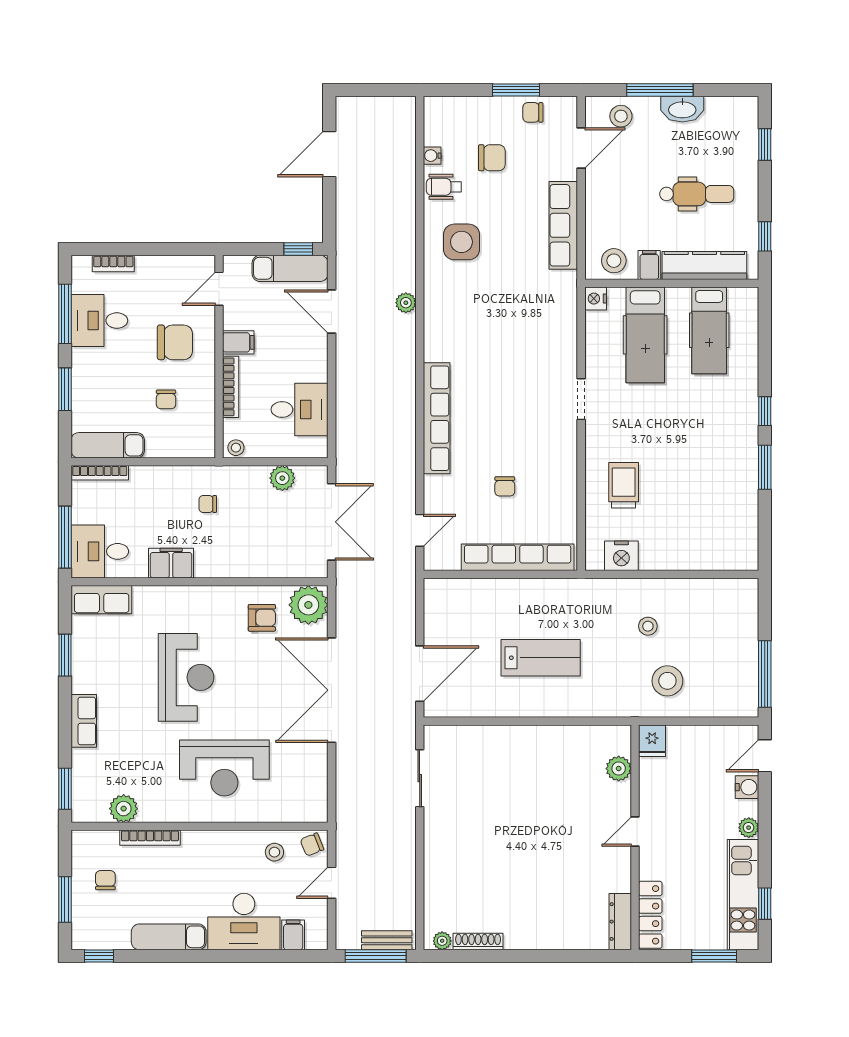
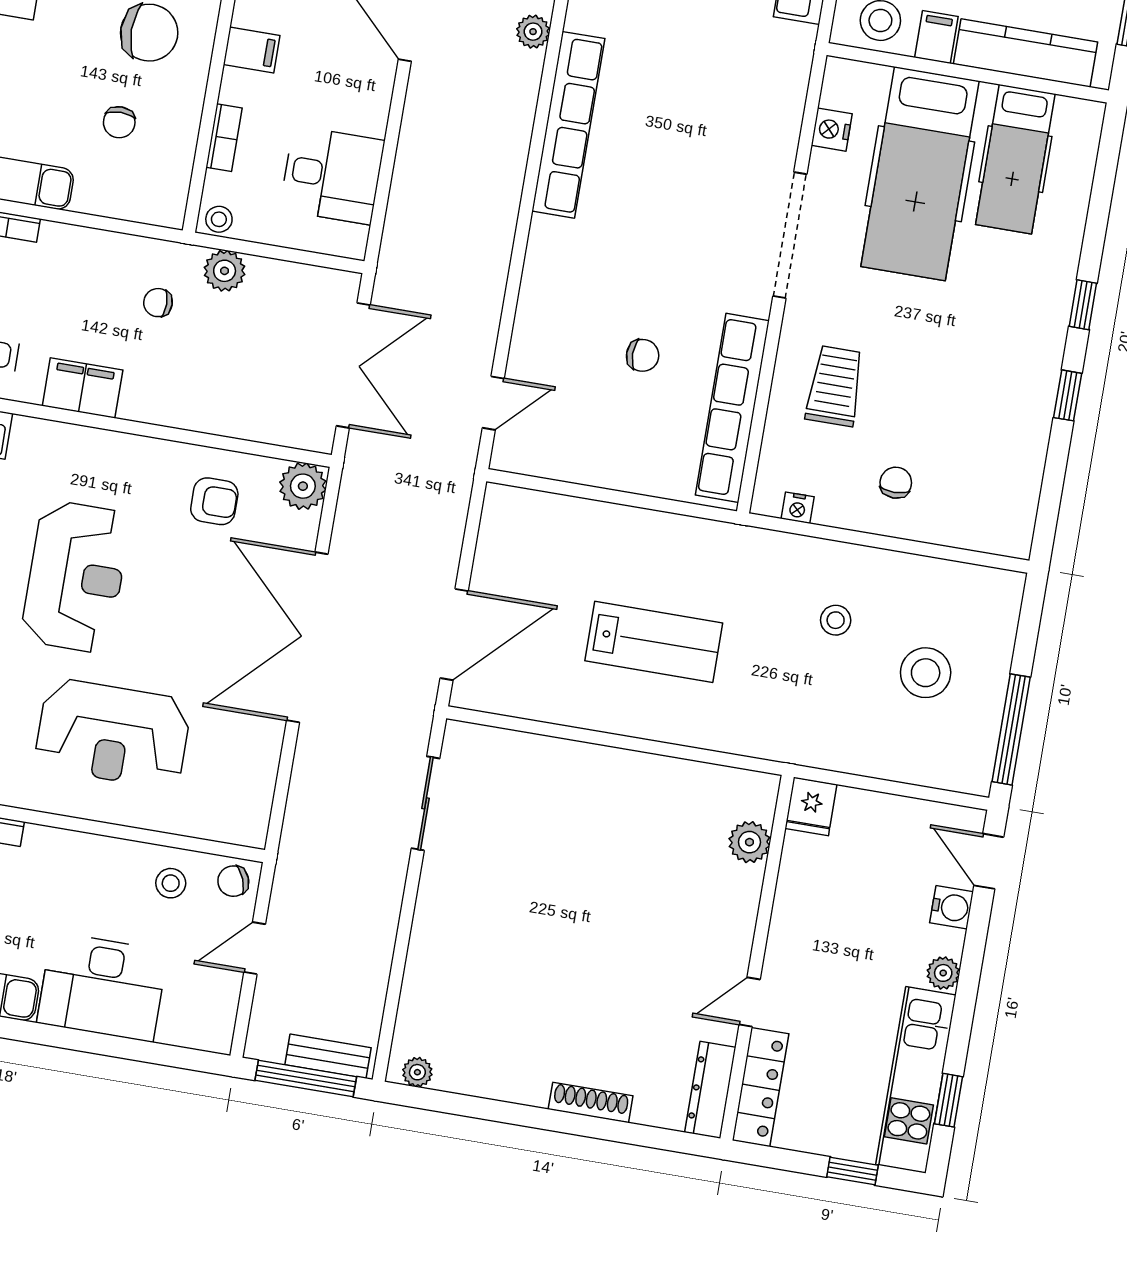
nightstand: (596, 299) -> (832, 130), moved
hospital bed: (645, 335) -> (920, 174), width x1.37, depth x1.29
bookcase: (231, 387) -> (224, 138), width x0.64
doorway: (581, 399) -> (790, 235), width x1.88
row of seats: (437, 418) -> (568, 125), moved
window: (765, 467) -> (1068, 395), width x0.67
plant: (282, 478) -> (225, 271), moved
chair: (505, 486) -> (643, 355), turned -90
chair: (670, 537) -> (896, 483), added
nightstand: (621, 556) -> (798, 508), width x0.53, depth x0.56
row of seats: (518, 557) -> (732, 408), moved, turned -90
plant: (308, 605) -> (303, 486), width x0.73, depth x0.73
stool: (667, 681) -> (926, 673), moved
door: (765, 756) -> (989, 861), hinge flipped
door: (635, 831) -> (750, 1002), moved
filing cabinet: (293, 935) -> (178, 1022), removed
shoe rack: (478, 941) -> (591, 1103), moved
window: (714, 956) -> (852, 1171), width x0.67

